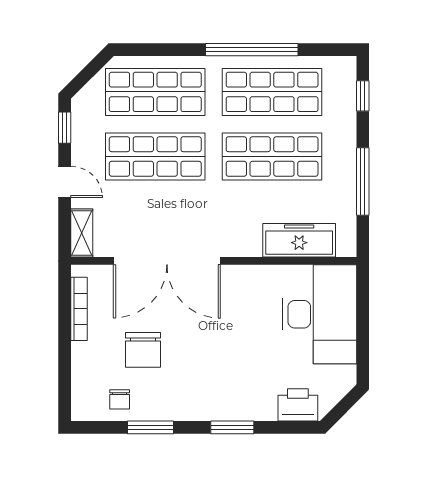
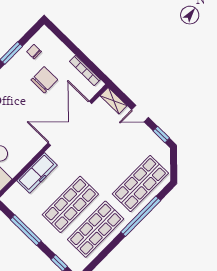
window: (252, 50) -> (141, 216), moved
shop shelf: (155, 156) -> (115, 159), removed
freezer: (299, 240) -> (37, 173), moved
chair: (143, 350) -> (44, 80), turned 90

